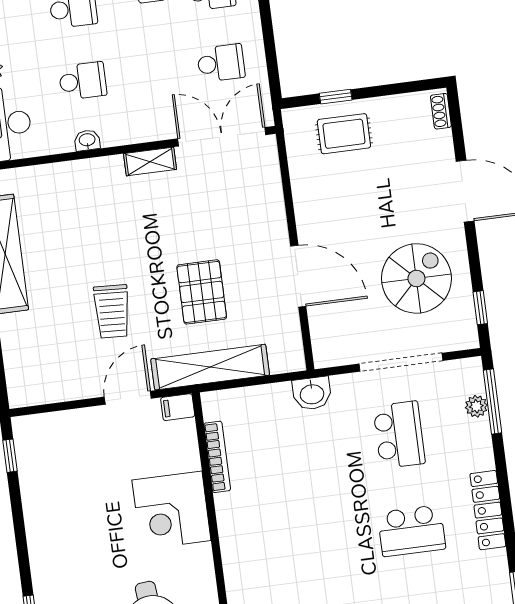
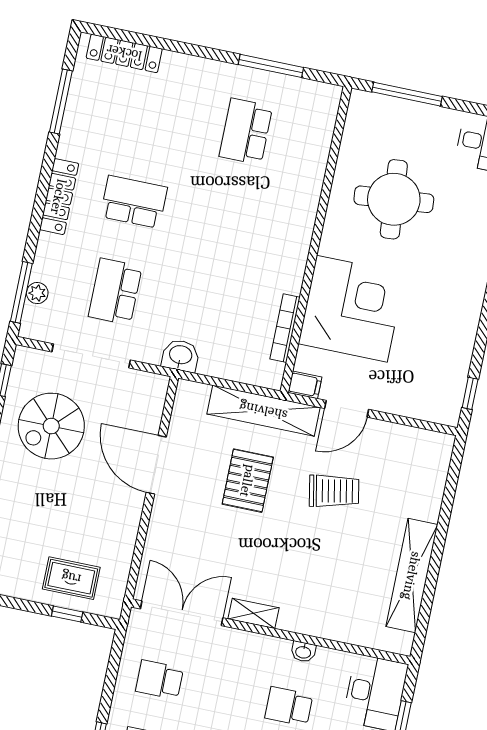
double door: (222, 137) -> (182, 613), swing flipped
trolley: (112, 311) -> (334, 491), turned 76
corner desk: (171, 510) -> (352, 309), width x1.36, depth x1.36

